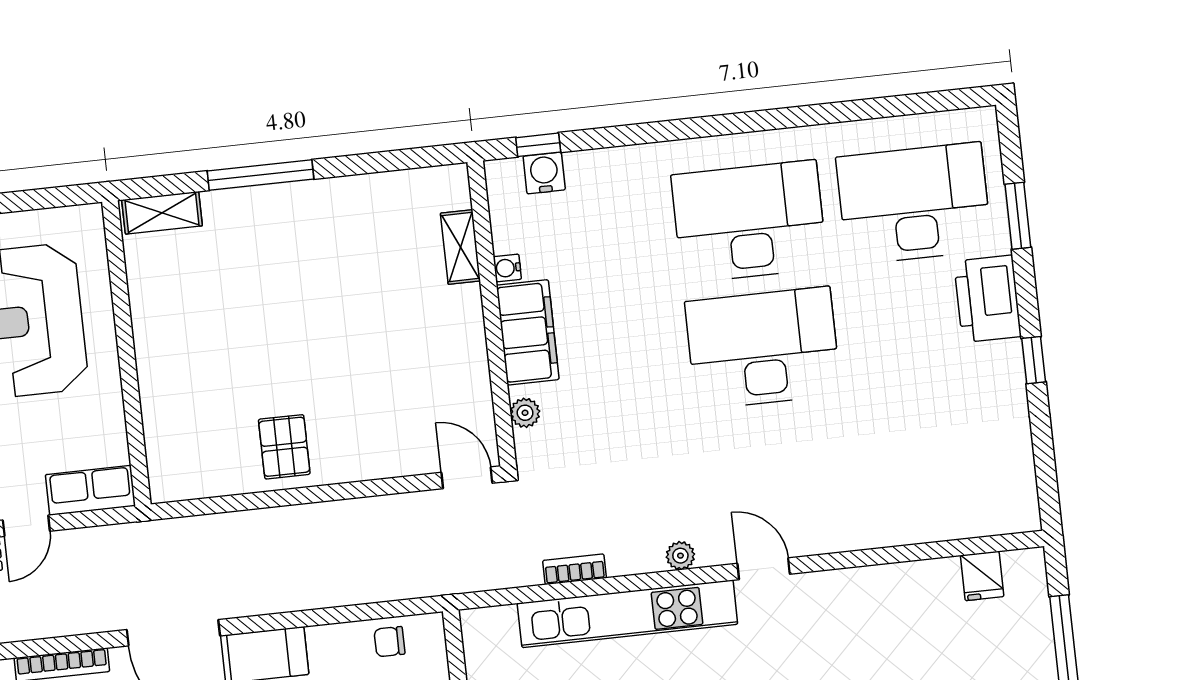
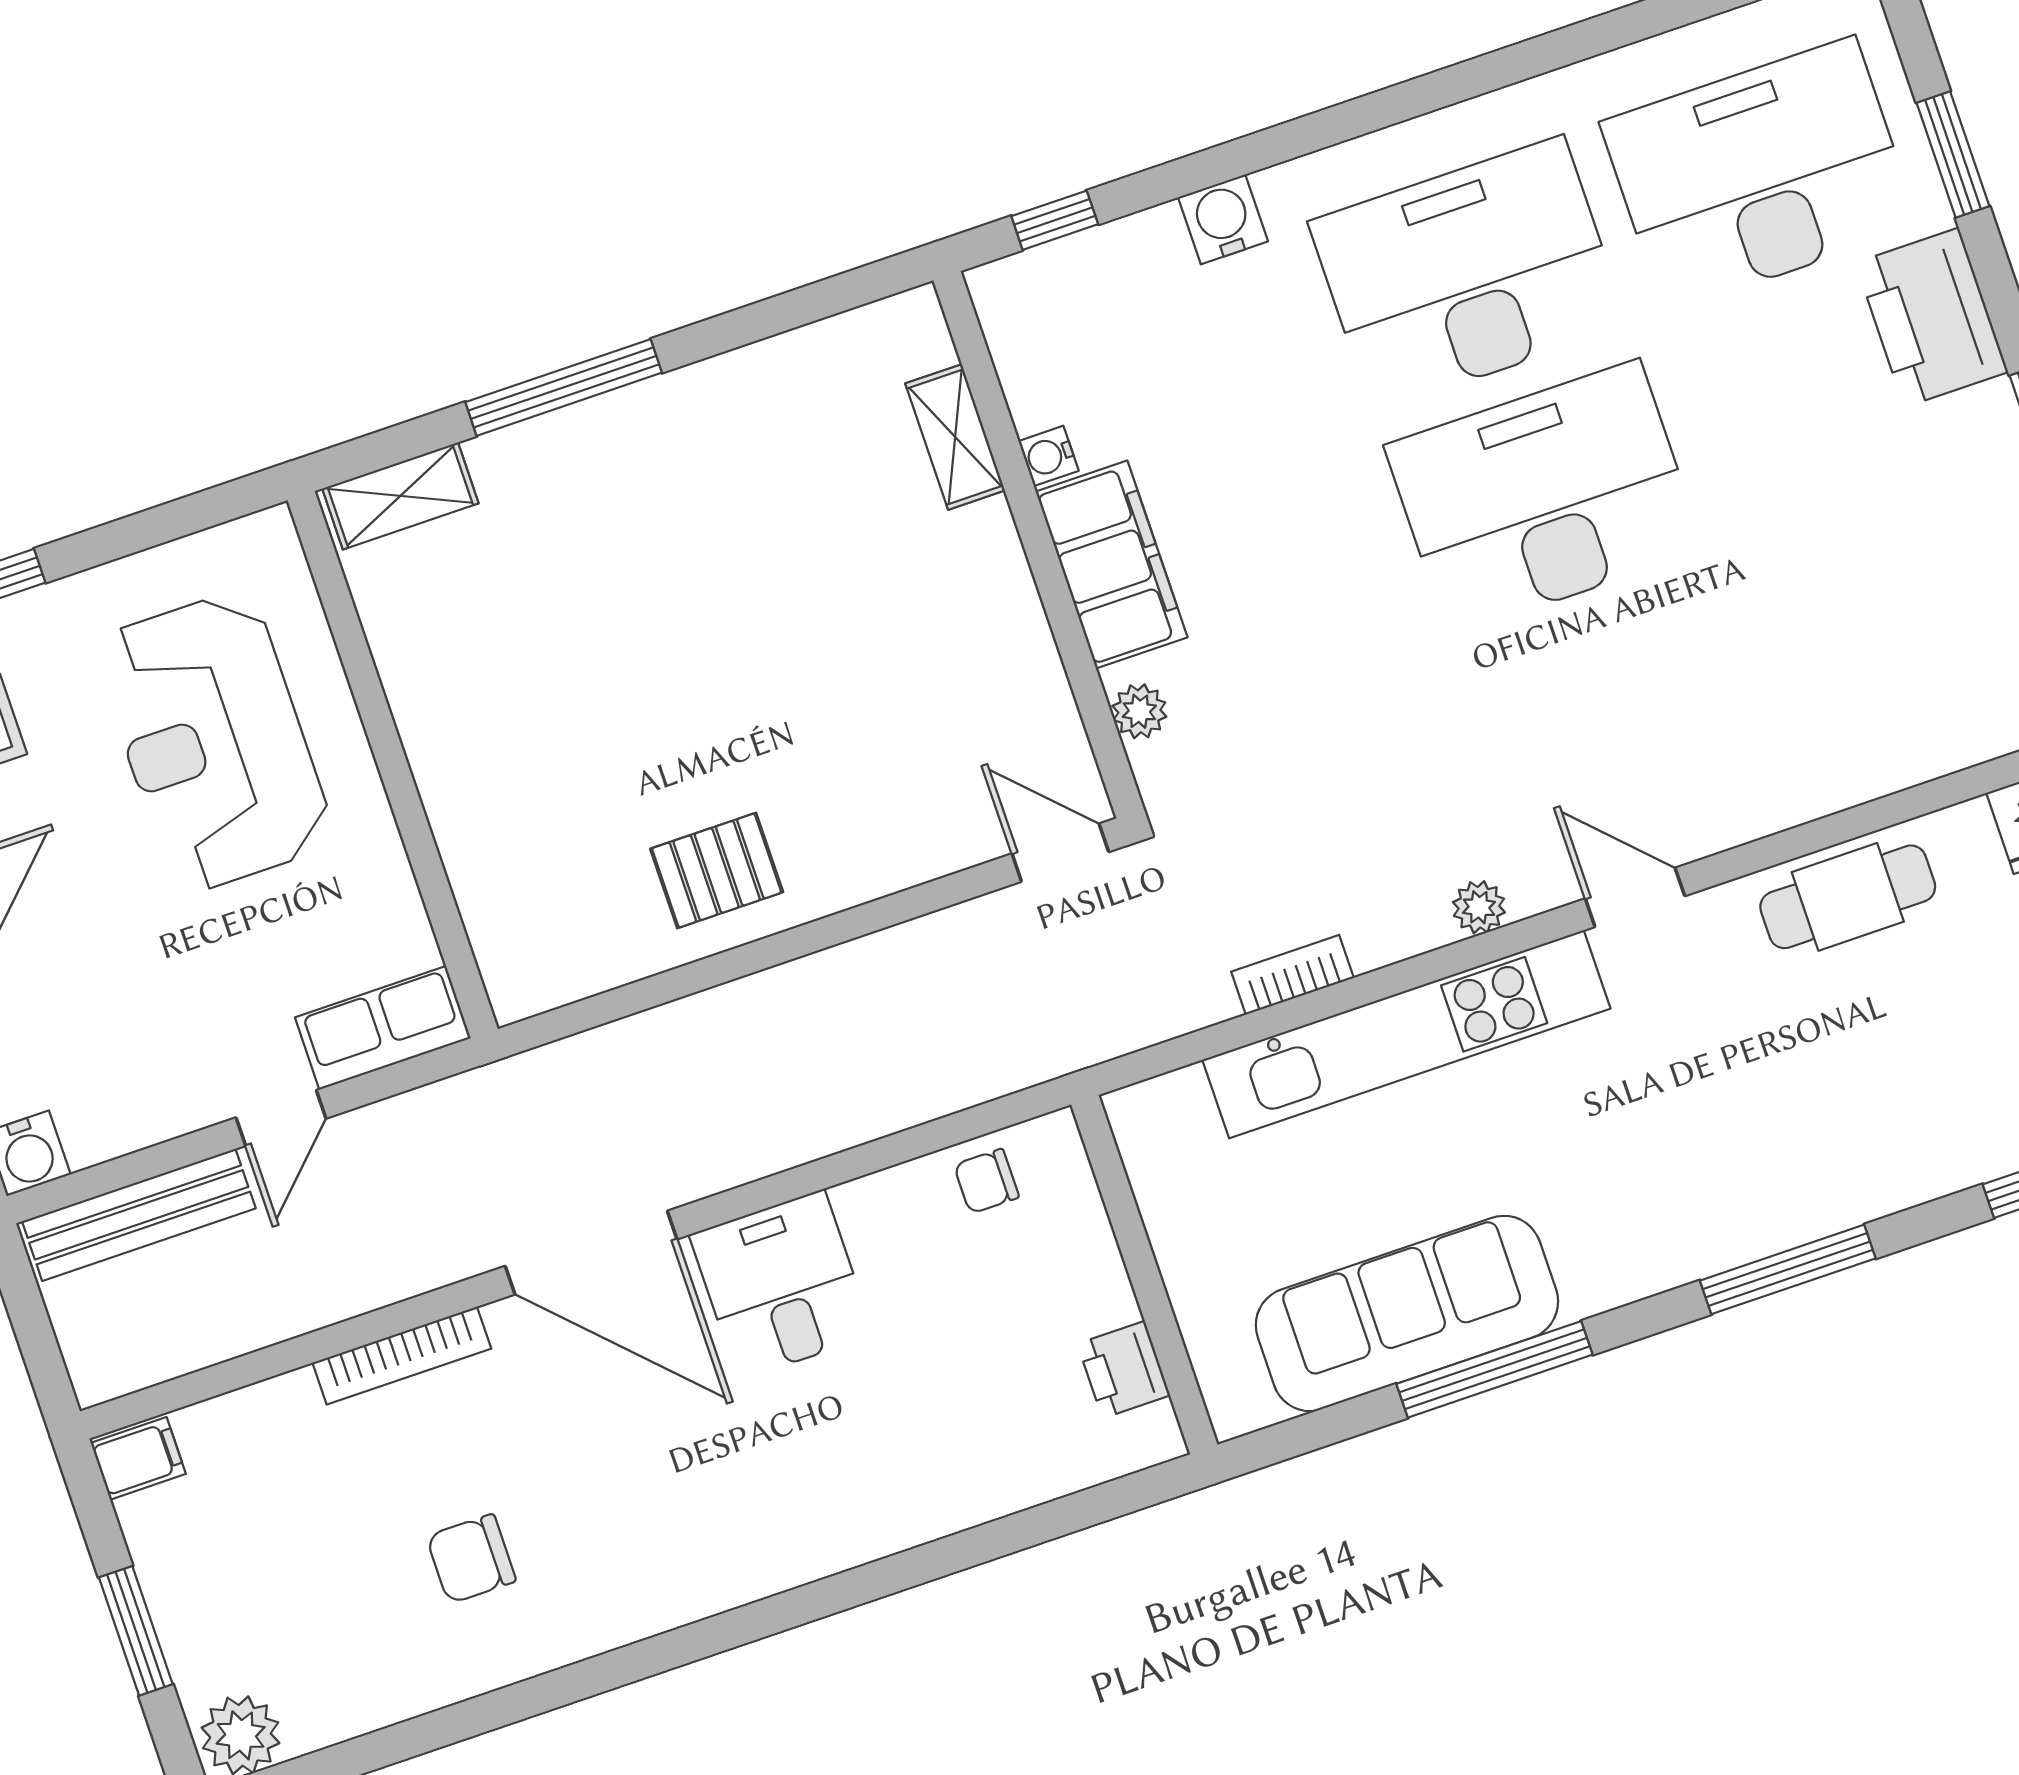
water cooler: (544, 173) -> (1223, 219), moved
pallet: (284, 447) -> (717, 870), turned 90
cafe table: (875, 593) -> (1848, 897), added

